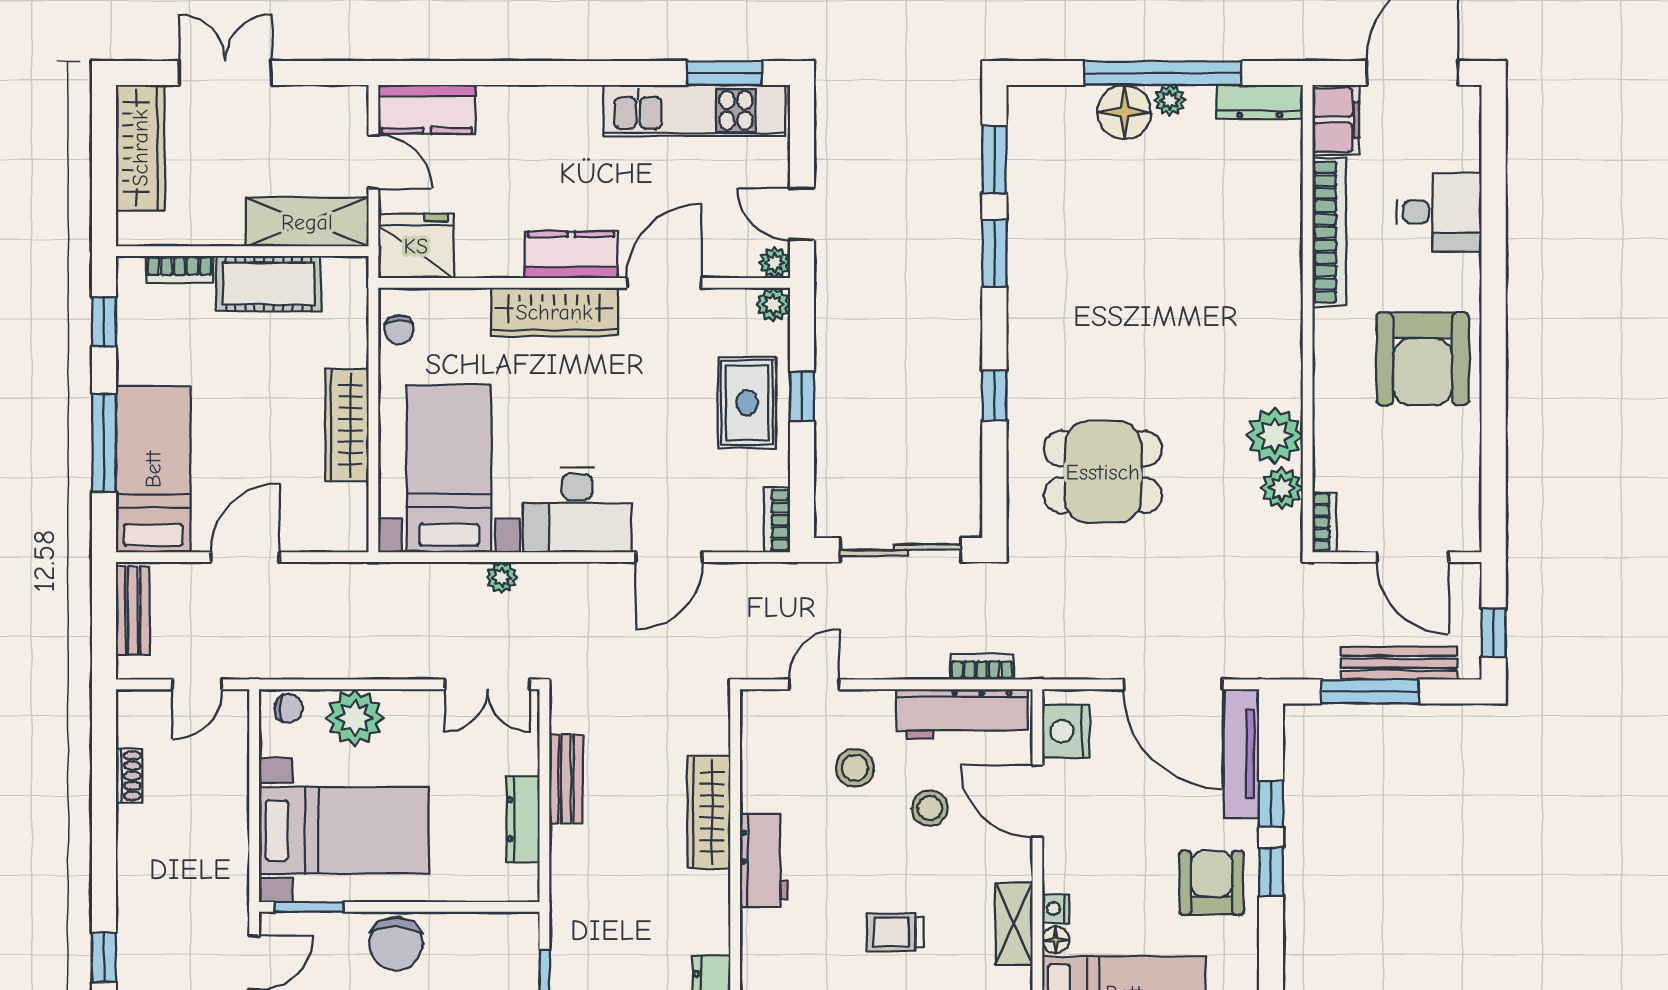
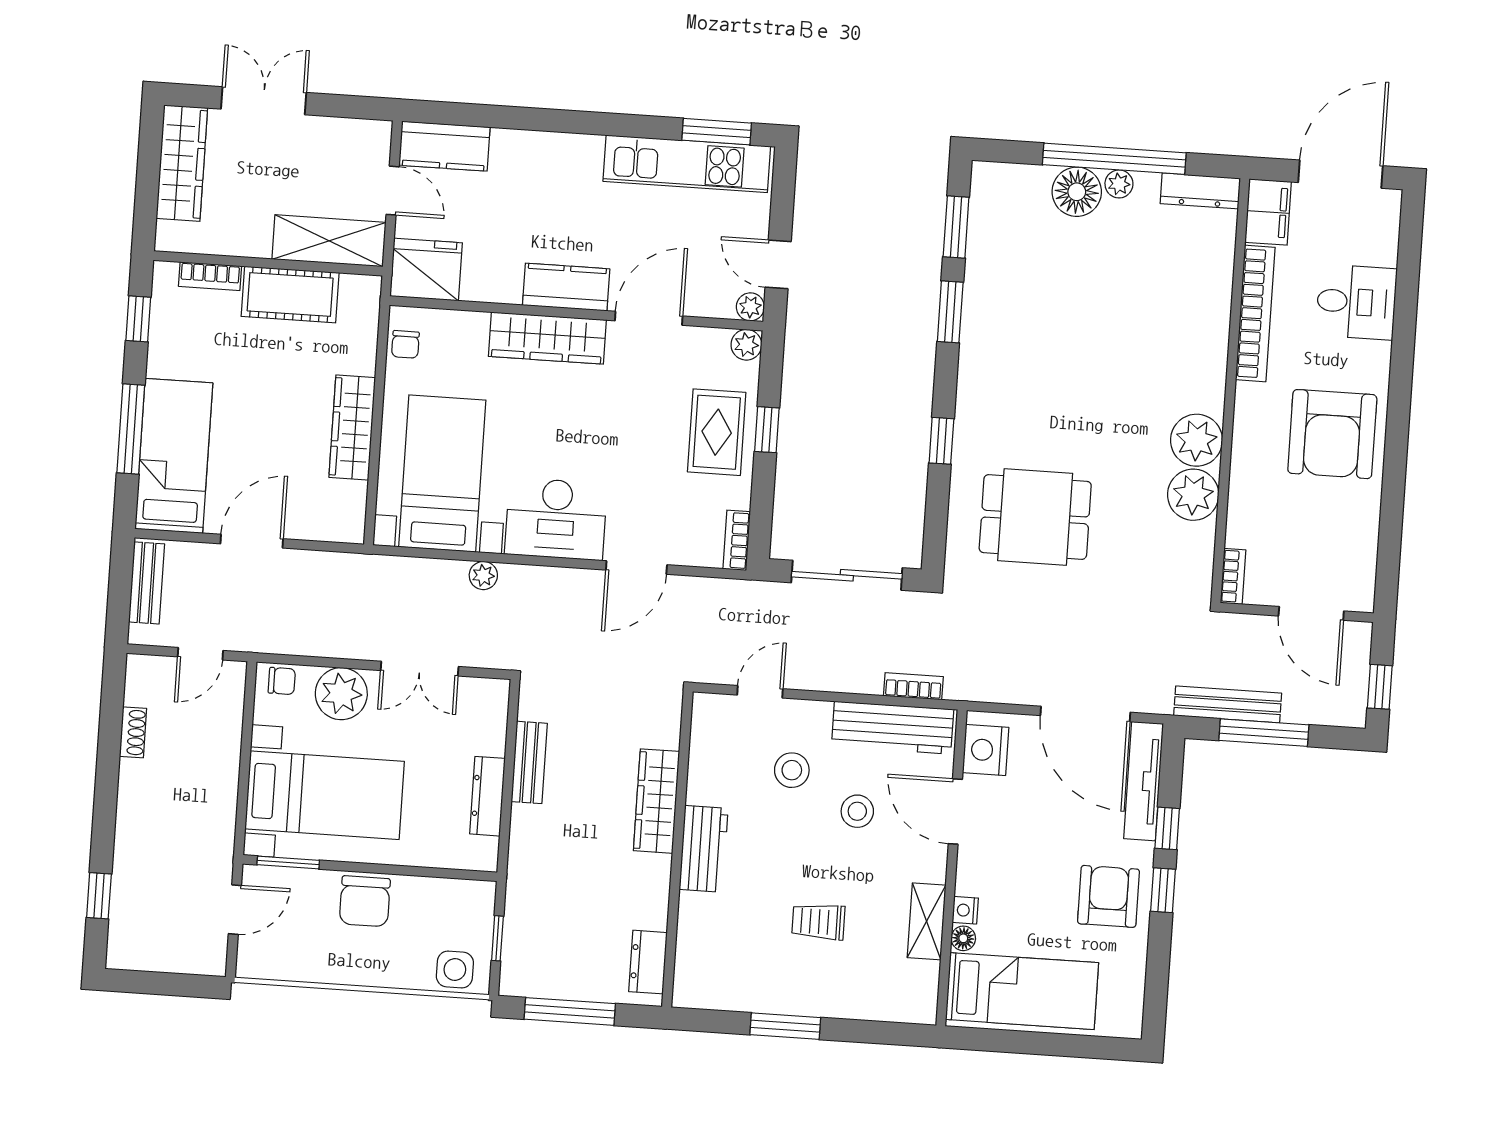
plant: (1282, 488) -> (1197, 440), moved, width x1.36, depth x1.36
bench: (1399, 663) -> (1228, 704), moved
double door: (487, 684) -> (420, 669), moved

